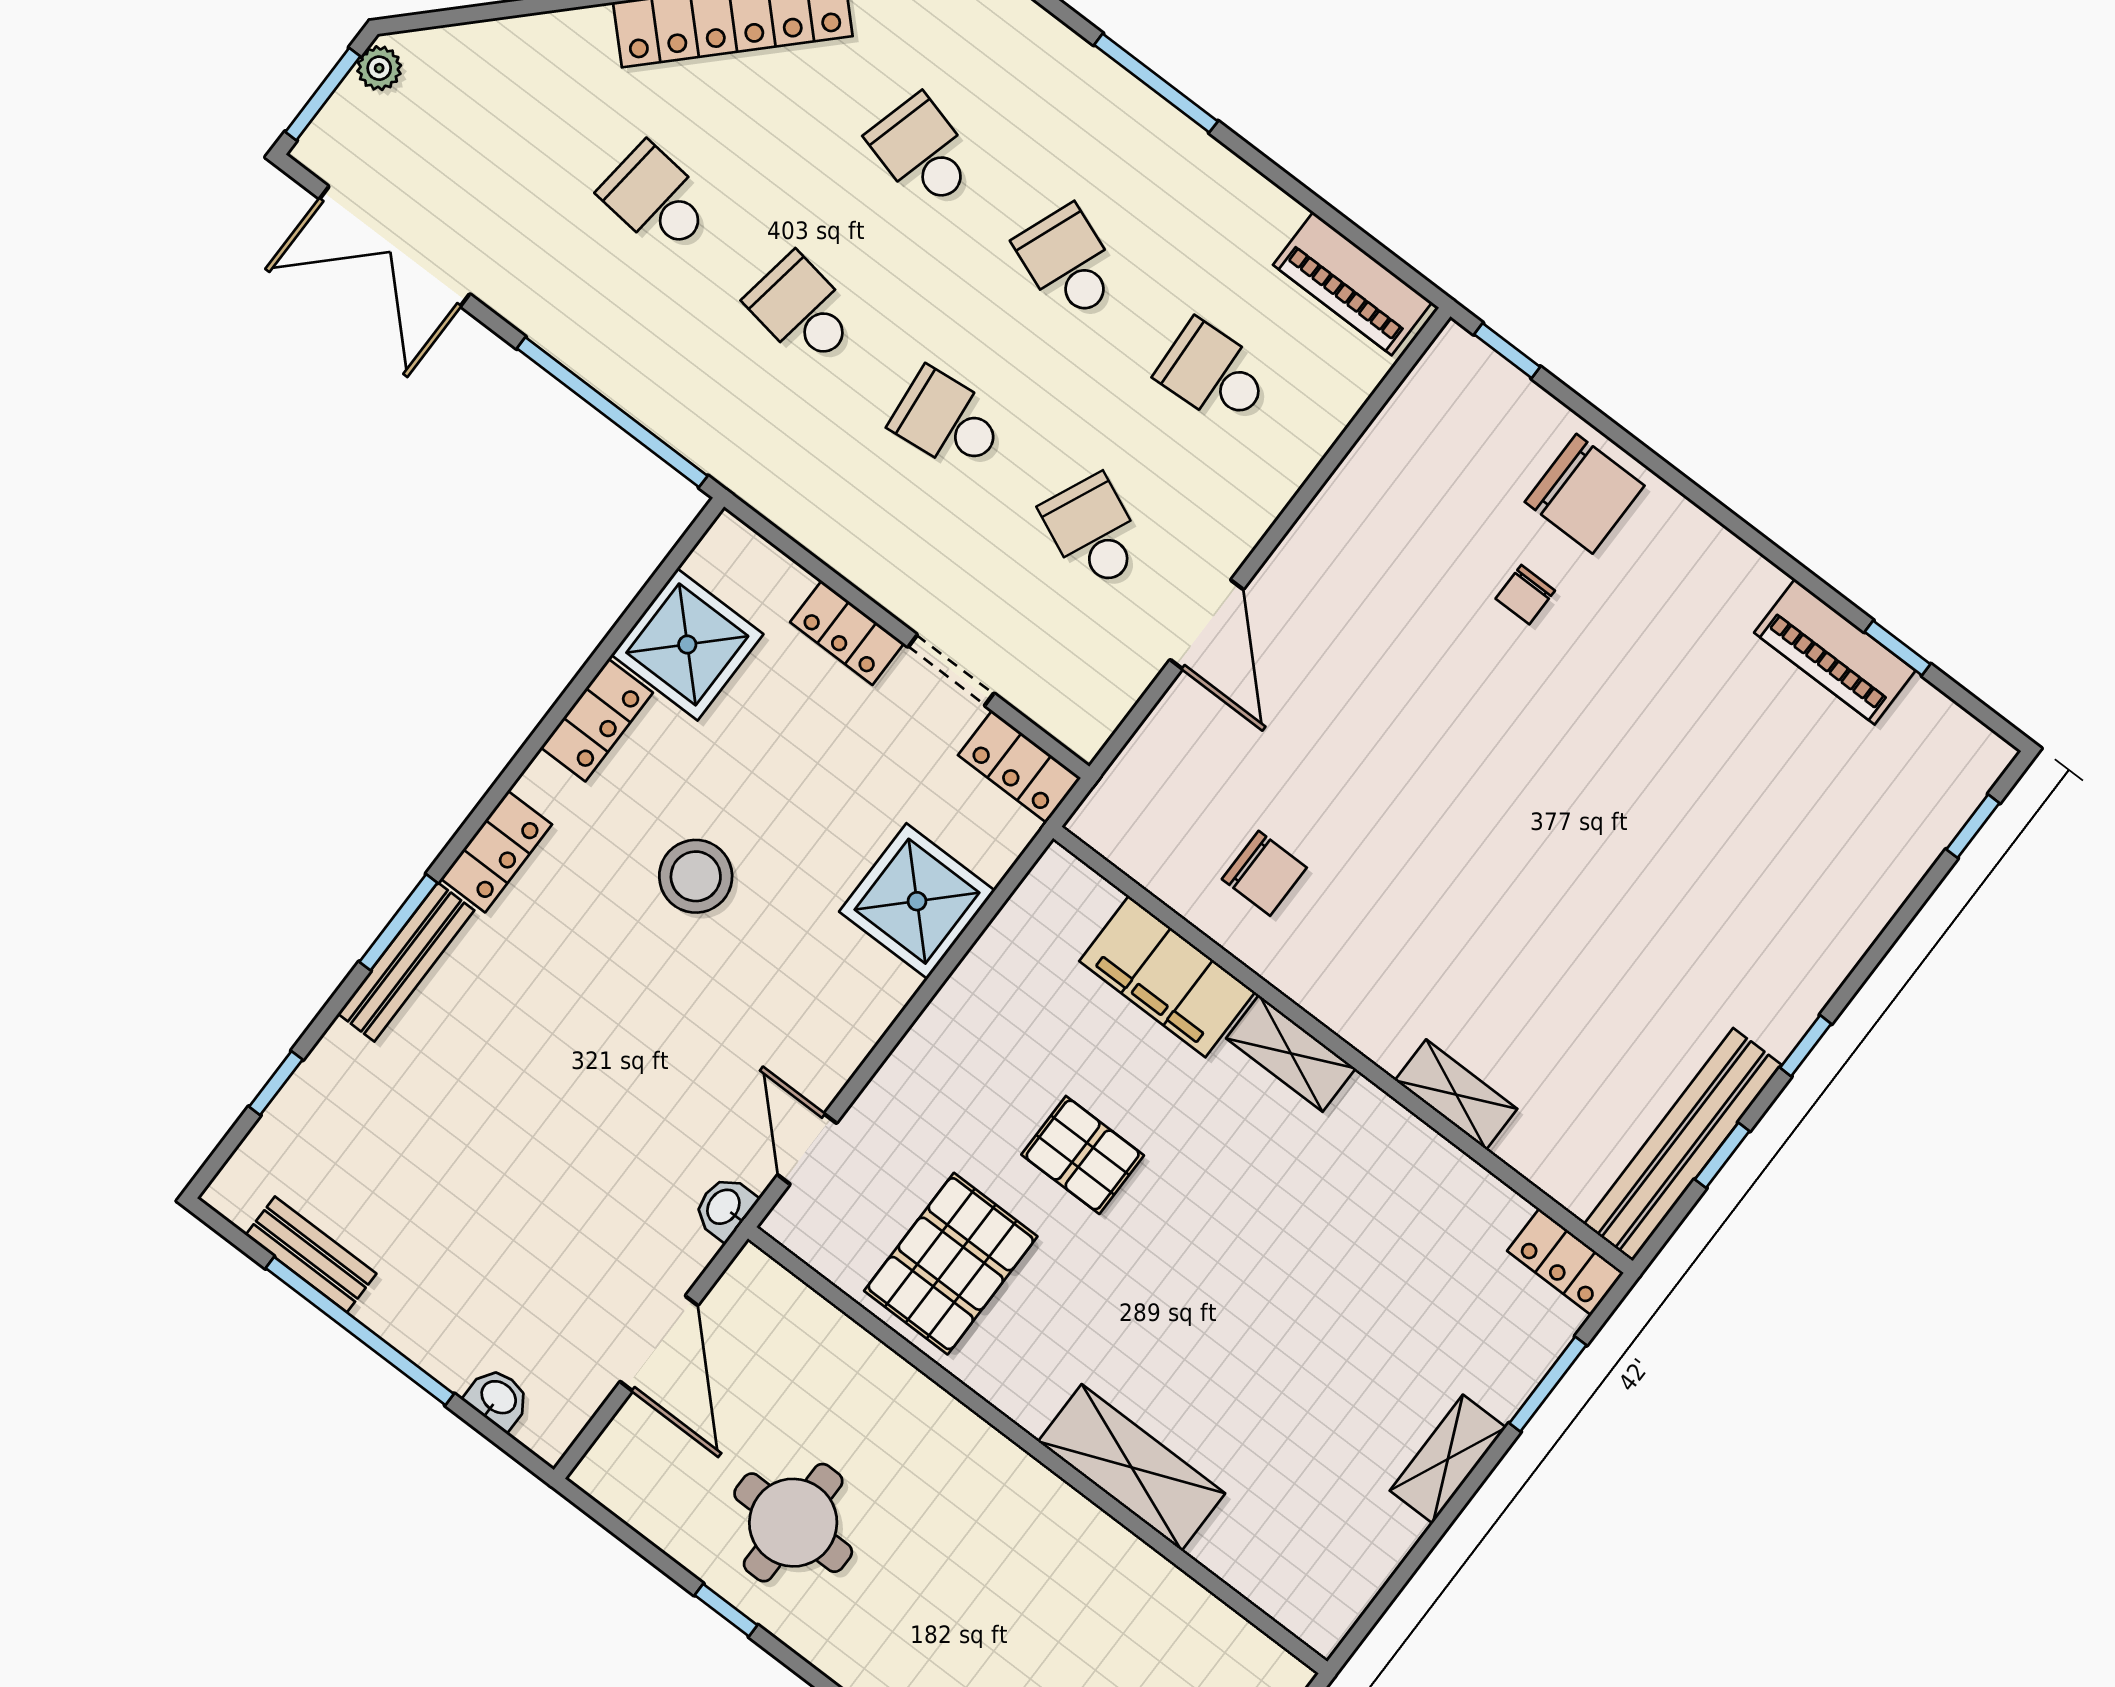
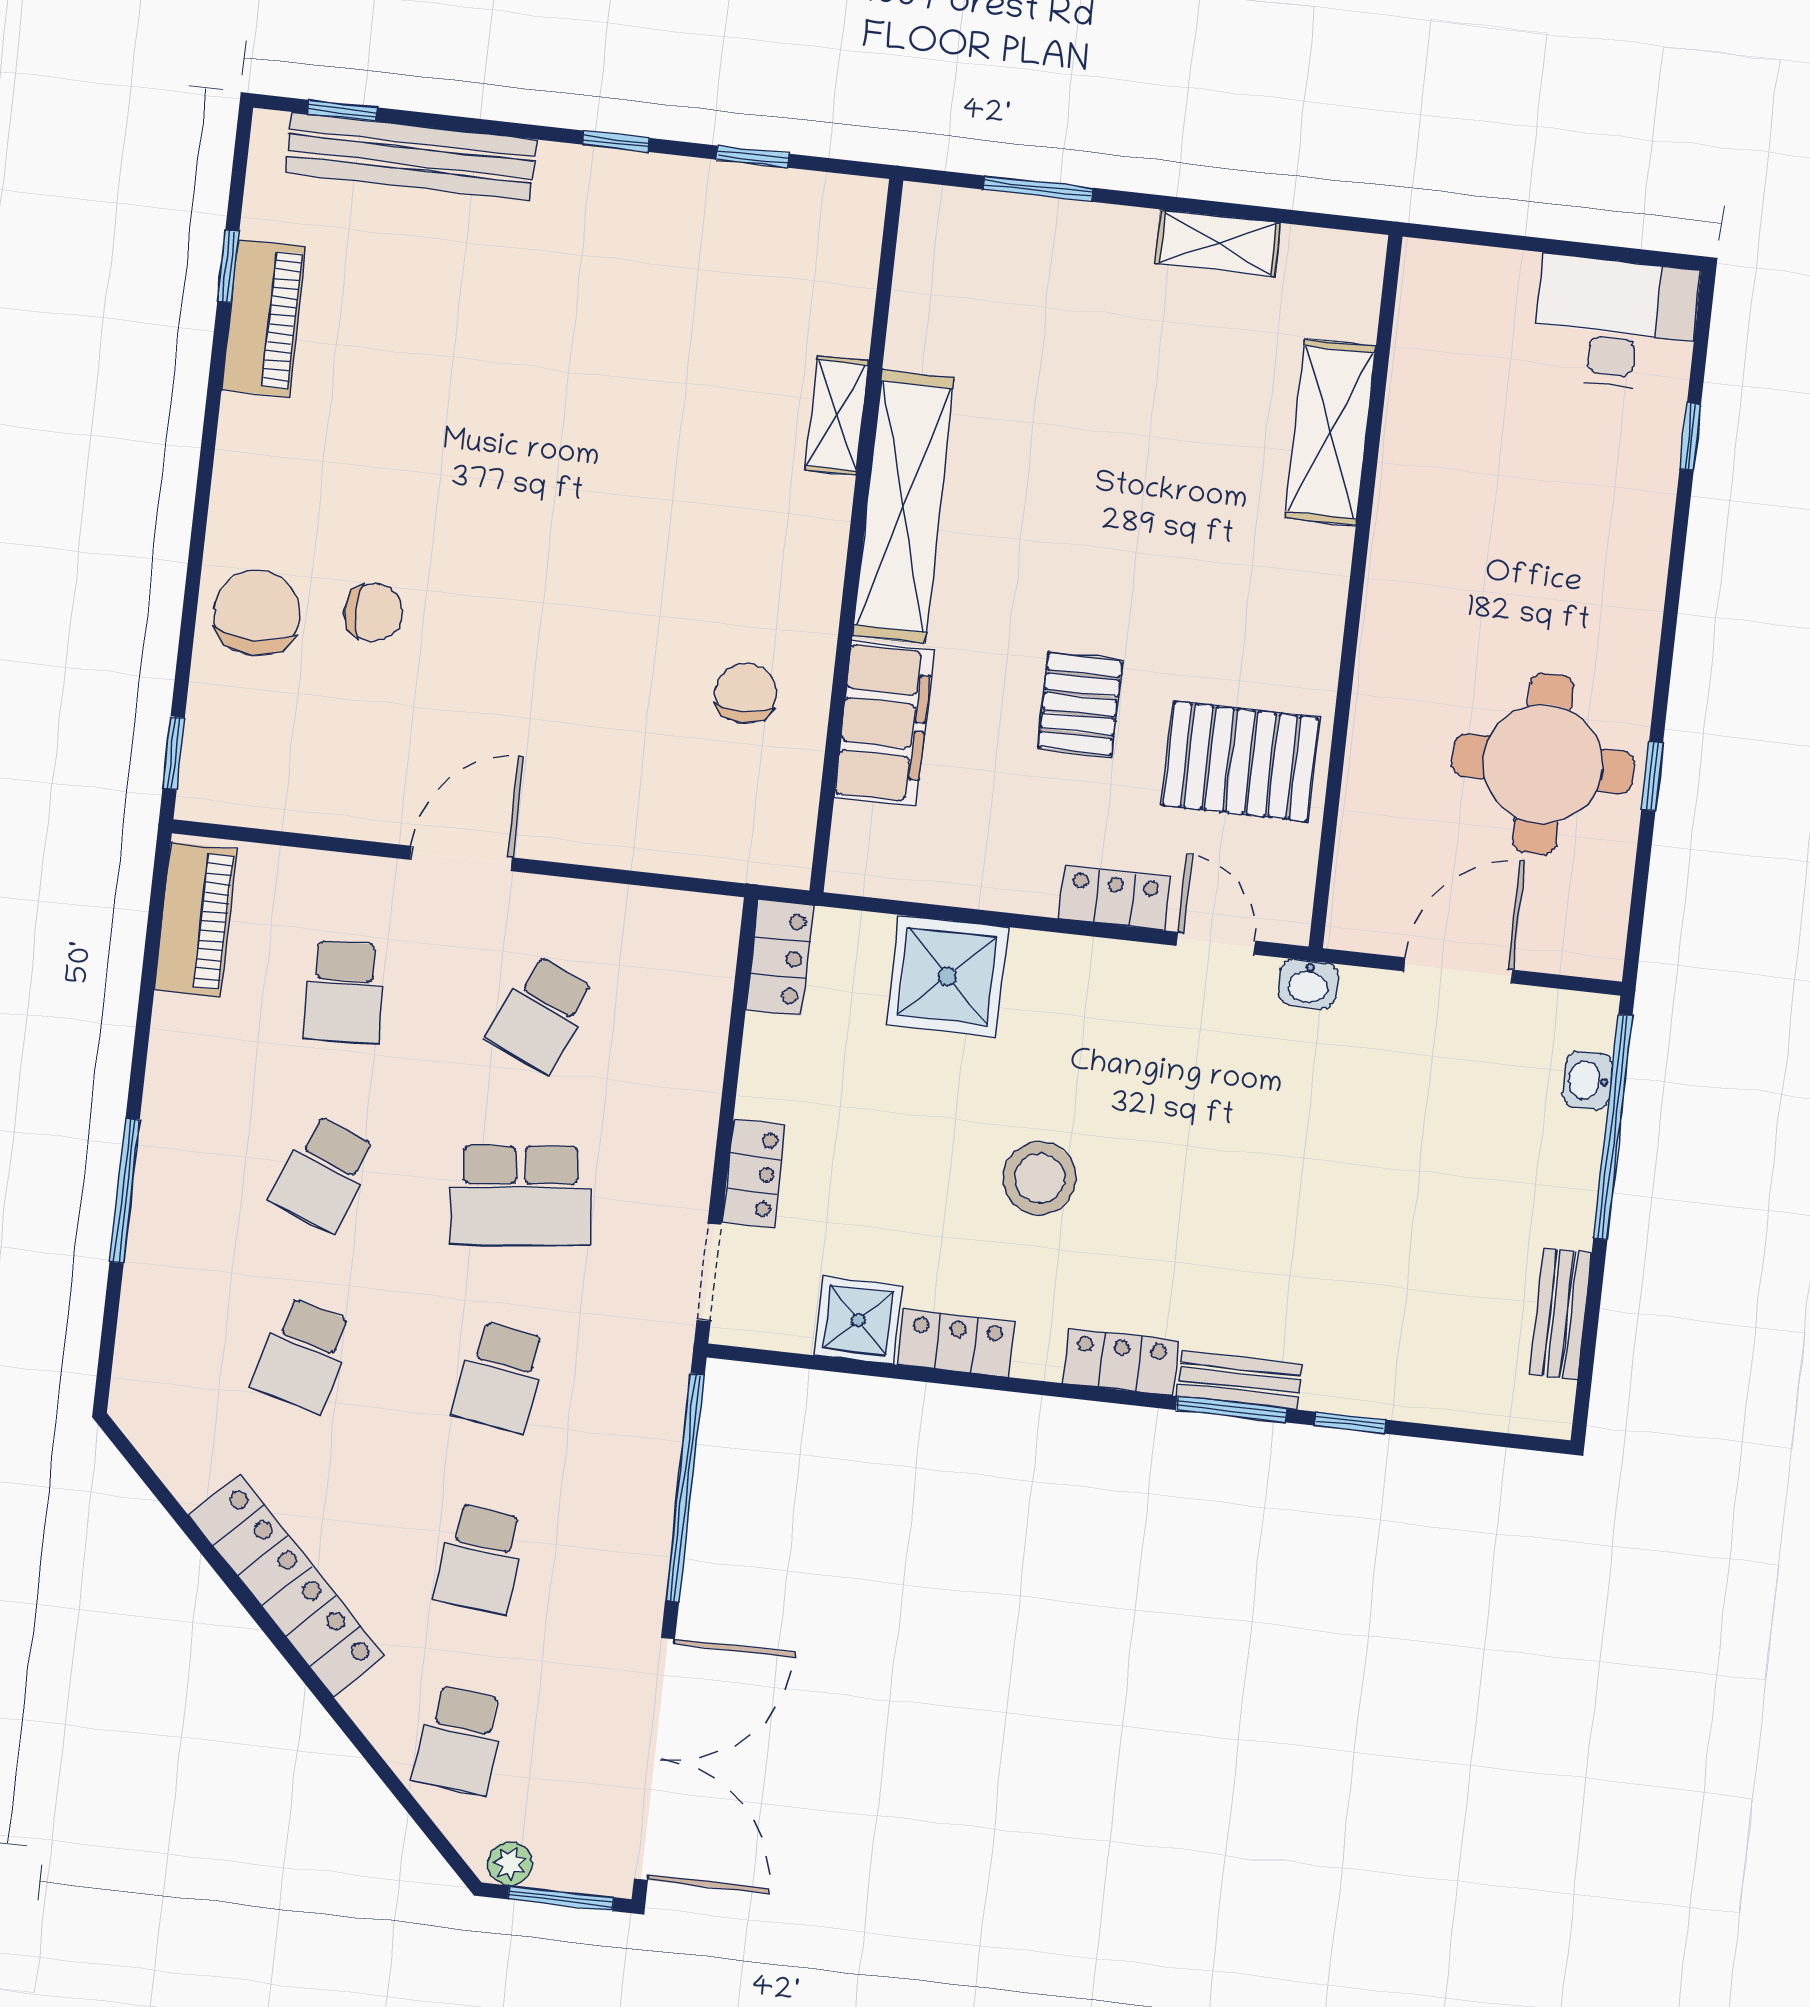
school desk: (511, 88) -> (460, 1740), added
double door: (395, 246) -> (655, 1759), width x1.36
school desk: (948, 421) -> (521, 1196), width x1.85
chair: (1525, 595) -> (373, 612), width x1.37, depth x1.37
door: (1207, 624) -> (461, 859), moved
shower: (687, 644) -> (858, 1320), width x0.73, depth x0.73
doorway: (951, 670) -> (709, 1272), moved
bench: (406, 962) -> (1239, 1380), width x0.73
shelving: (1291, 1053) -> (903, 507), width x2.20, depth x1.33
window: (276, 1083) -> (1350, 1423), moved
bench: (1683, 1145) -> (411, 156), moved
door: (807, 1149) -> (1216, 943), swing flipped
locker: (1565, 1262) -> (1114, 898), moved, turned -90
window: (360, 1331) -> (1613, 1127), moved
shelving: (1448, 1459) -> (1218, 243), moved
shelving: (1132, 1467) -> (1330, 432), moved
round table: (793, 1523) -> (1543, 764), width x1.36, depth x1.36

